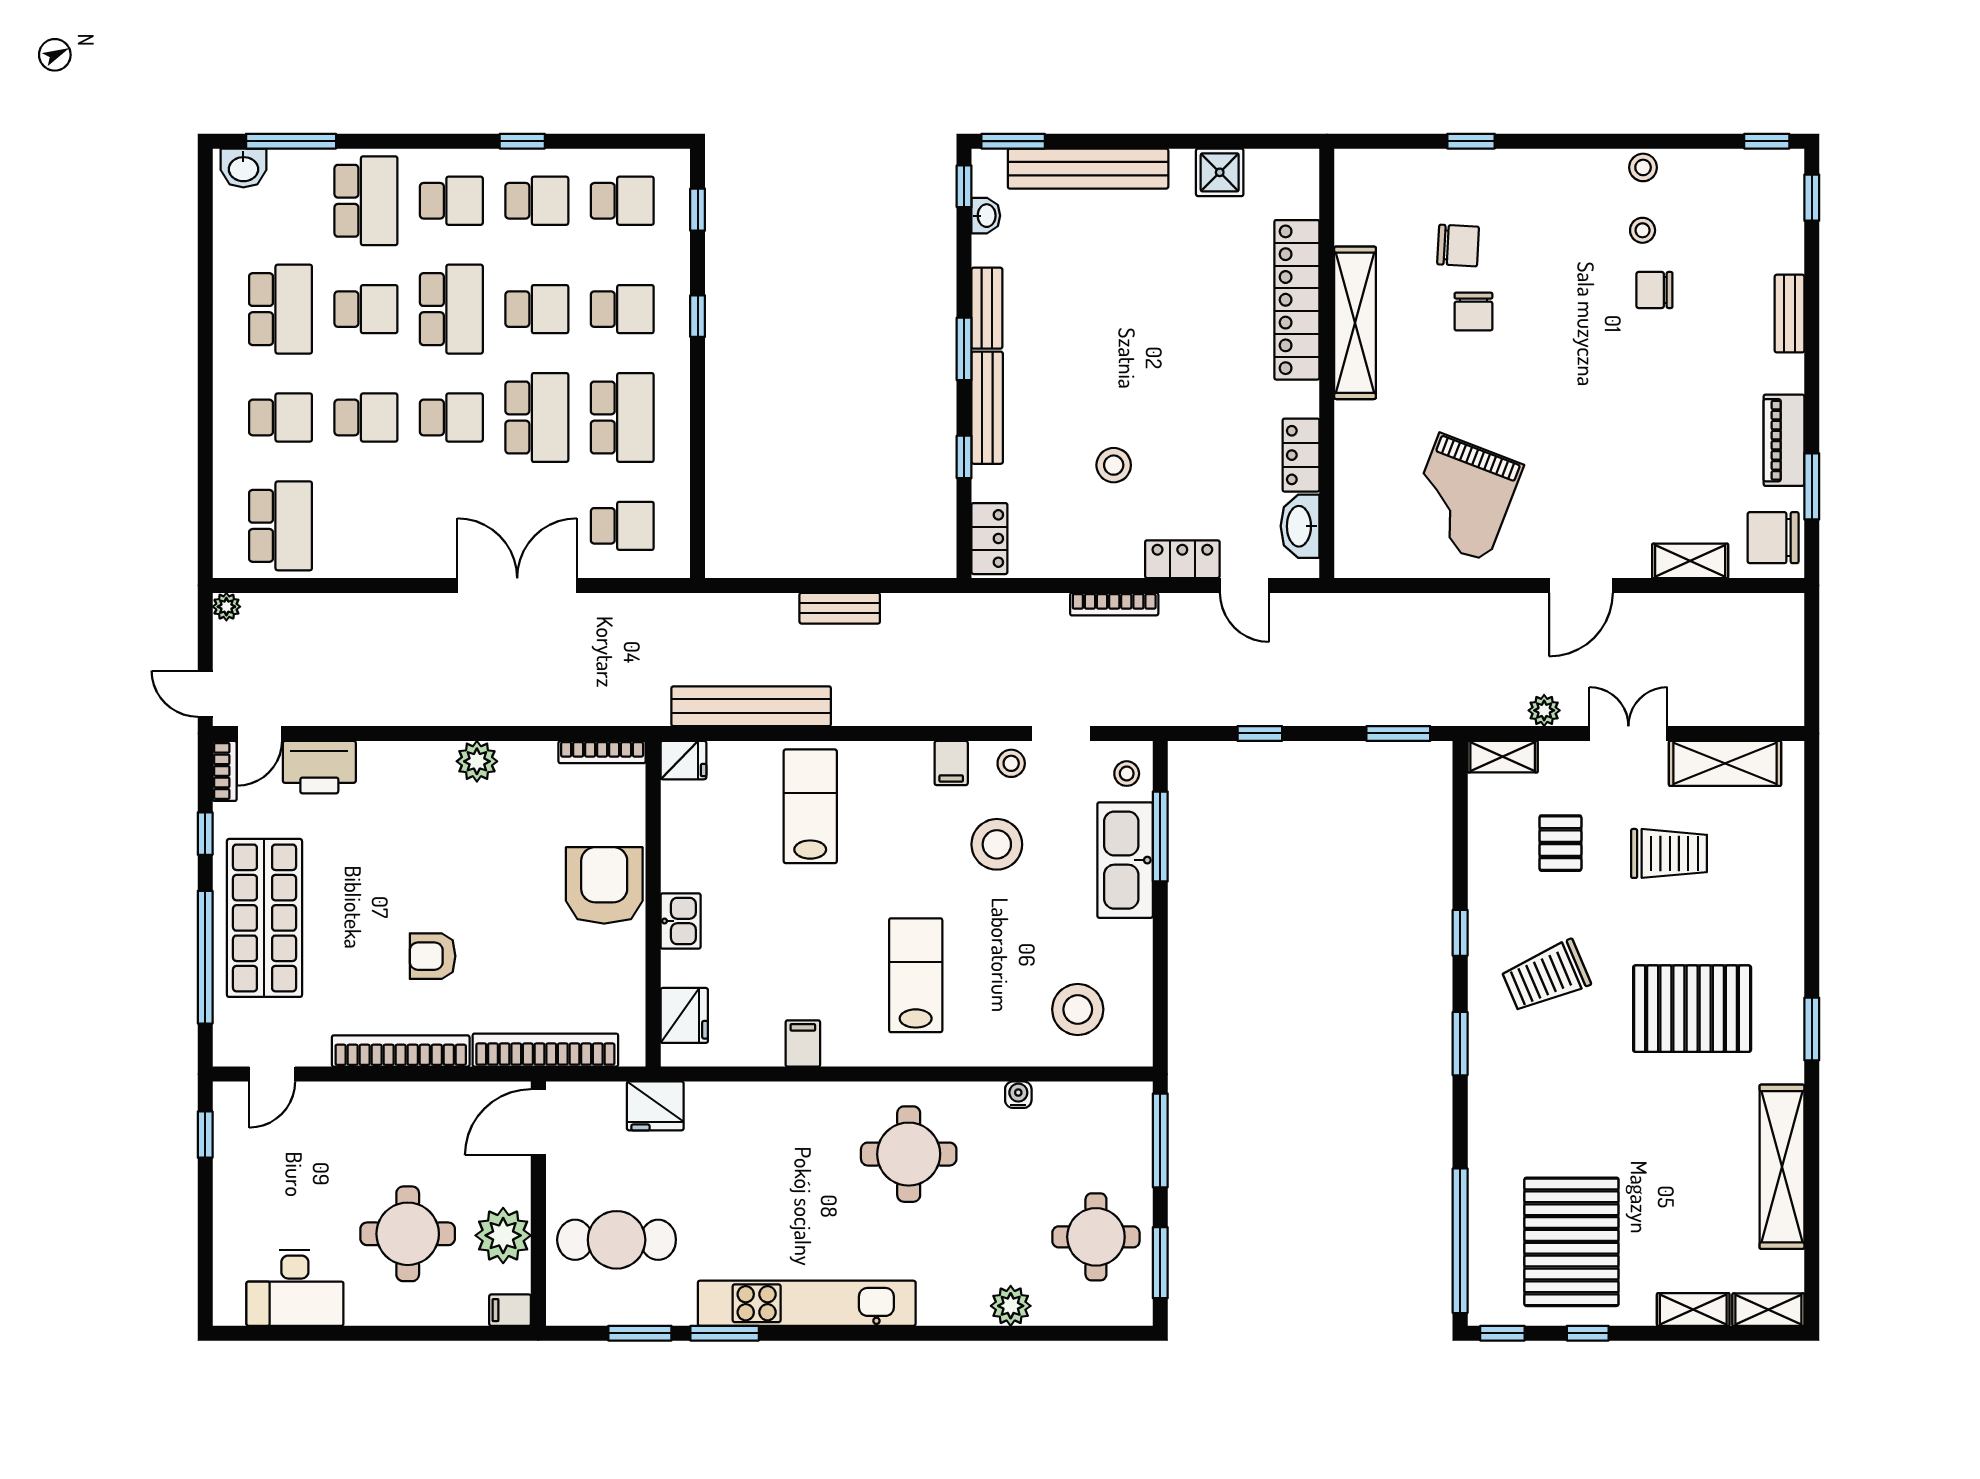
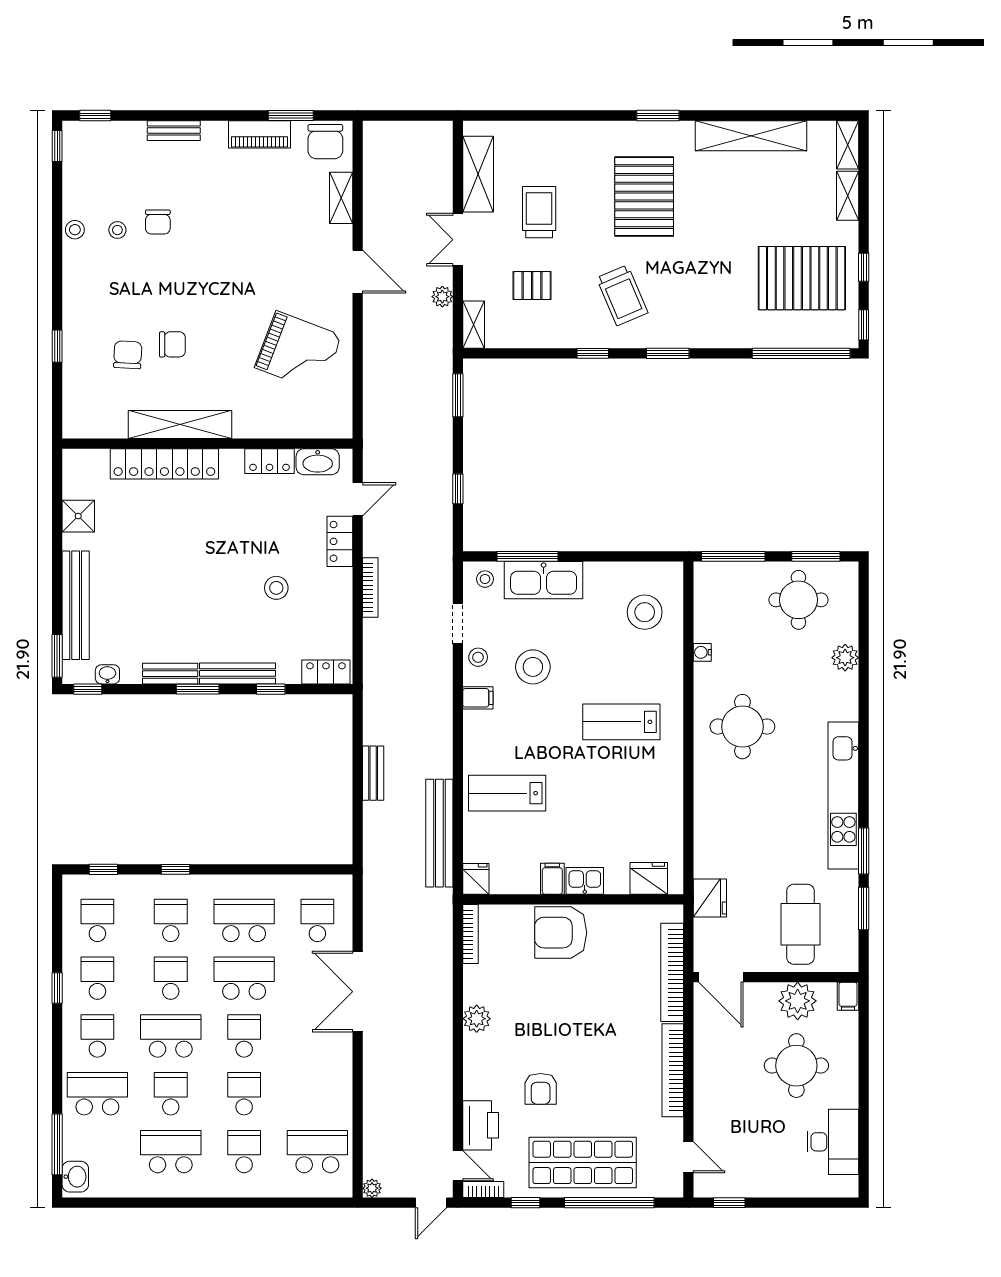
armchair: (433, 956) -> (541, 1089), moved
filing cabinet: (803, 1044) -> (552, 879), moved, turned 90

